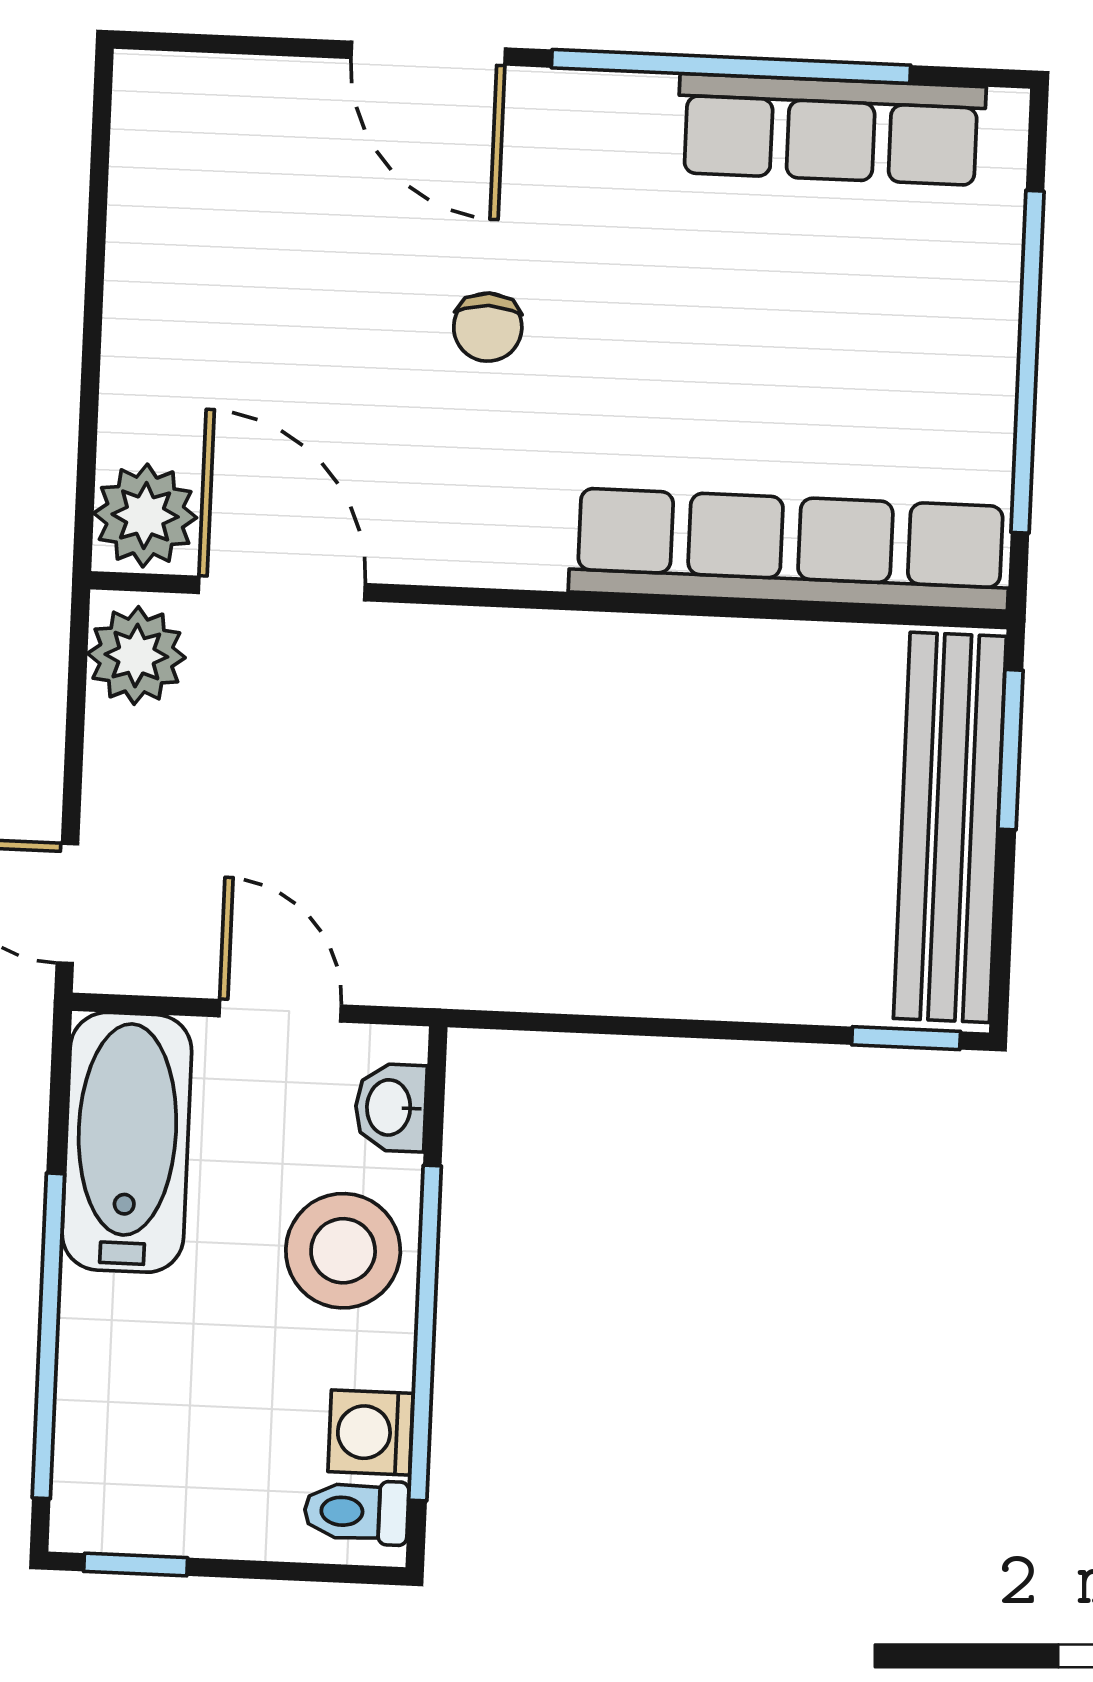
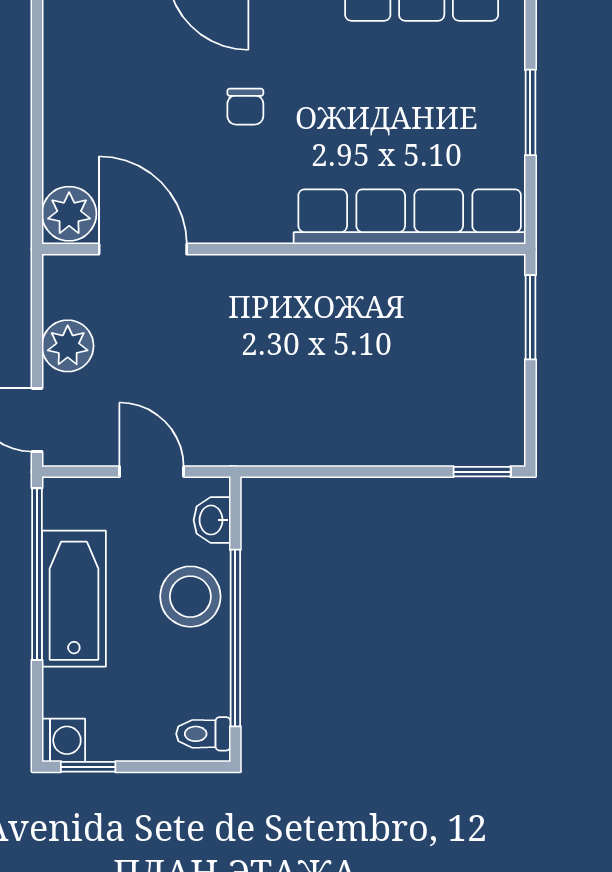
window: (1027, 362) -> (530, 112), width x0.47
plant: (136, 656) -> (68, 346), moved
bench: (950, 827) -> (500, 360), removed
bathtub: (127, 1142) -> (74, 599), moved
window: (48, 1336) -> (37, 574), moved
washing machine: (371, 1432) -> (63, 740), moved, turned 180

